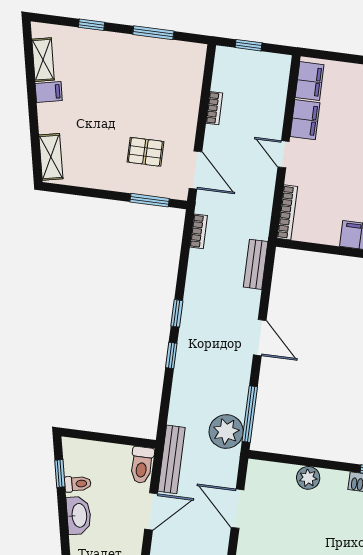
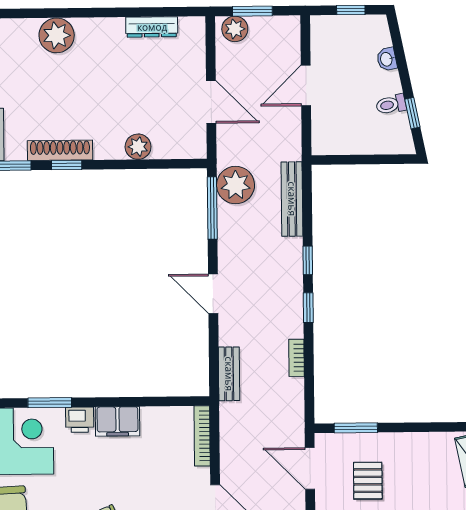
pallet: (145, 152) -> (368, 481), turned 90
bookcase: (199, 231) -> (297, 358), moved
bench: (172, 459) -> (292, 199), moved
toilet: (142, 465) -> (323, 135), removed
washbasin: (79, 515) -> (387, 59), width x0.52, depth x0.69

